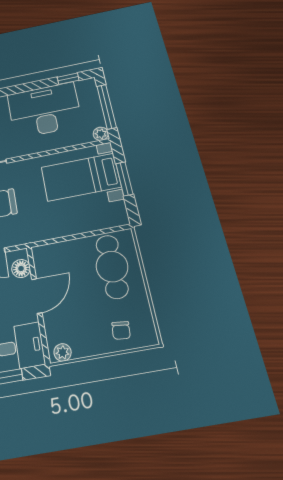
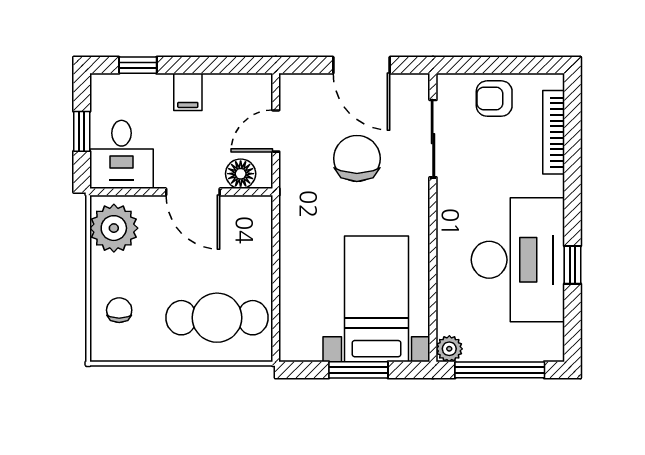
window: (68, 79) -> (572, 265), moved
chair: (121, 330) -> (119, 310), turned 84
plant: (63, 352) -> (114, 228), width x1.87, depth x1.87

